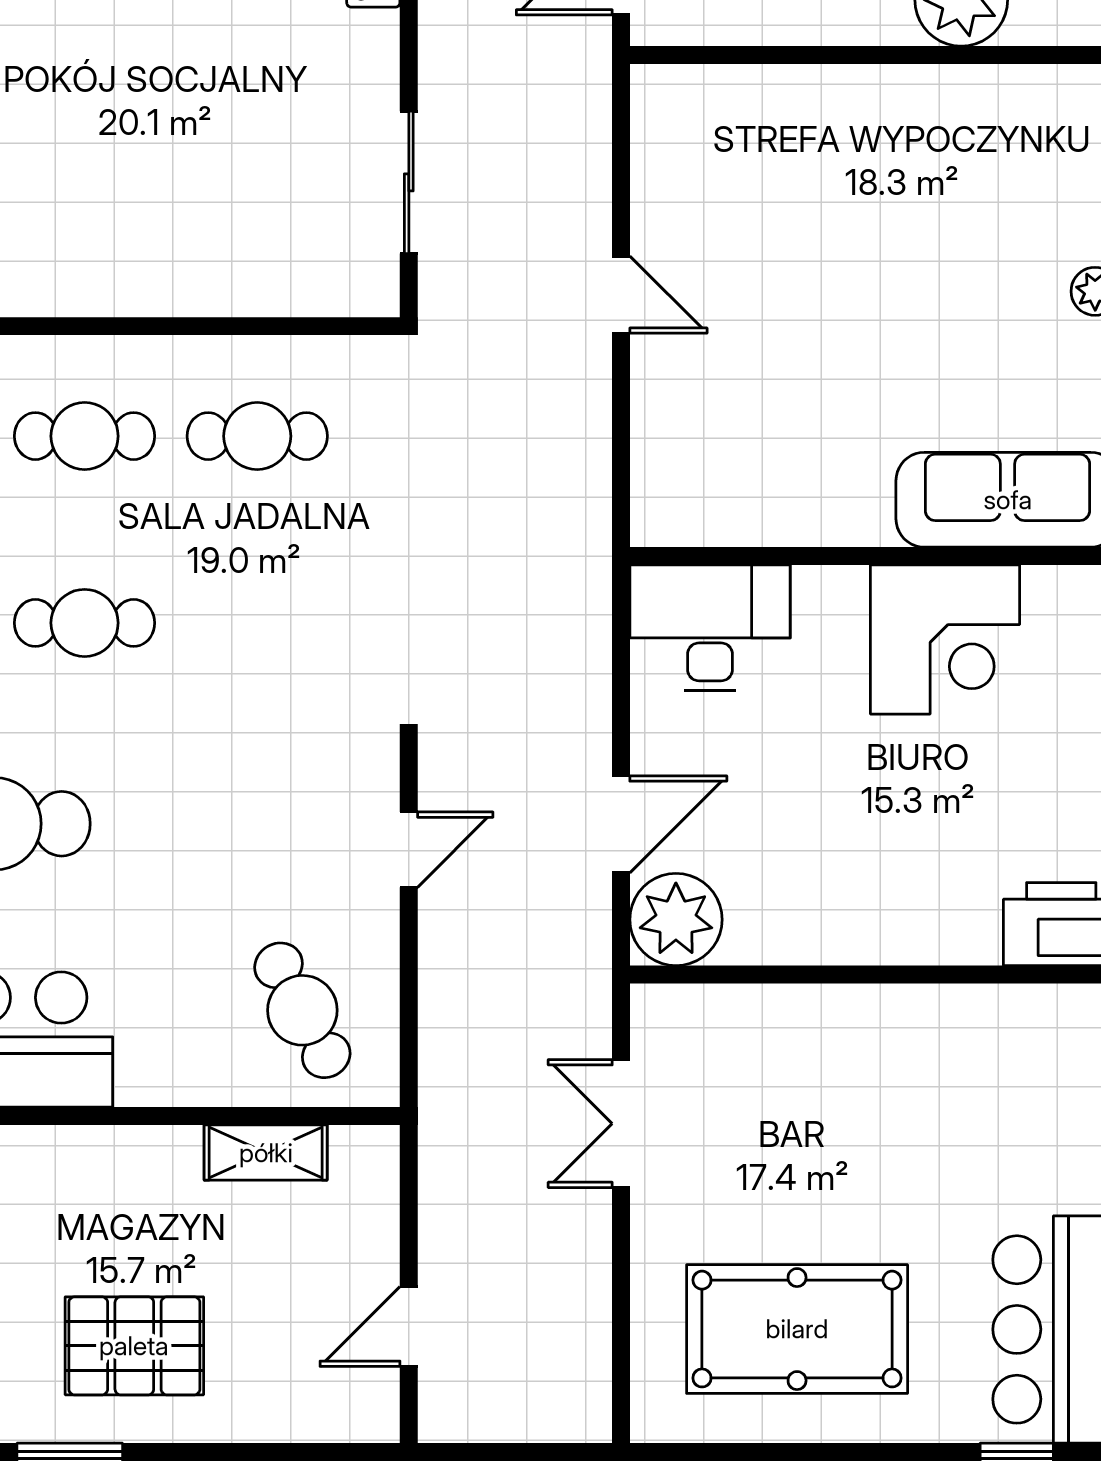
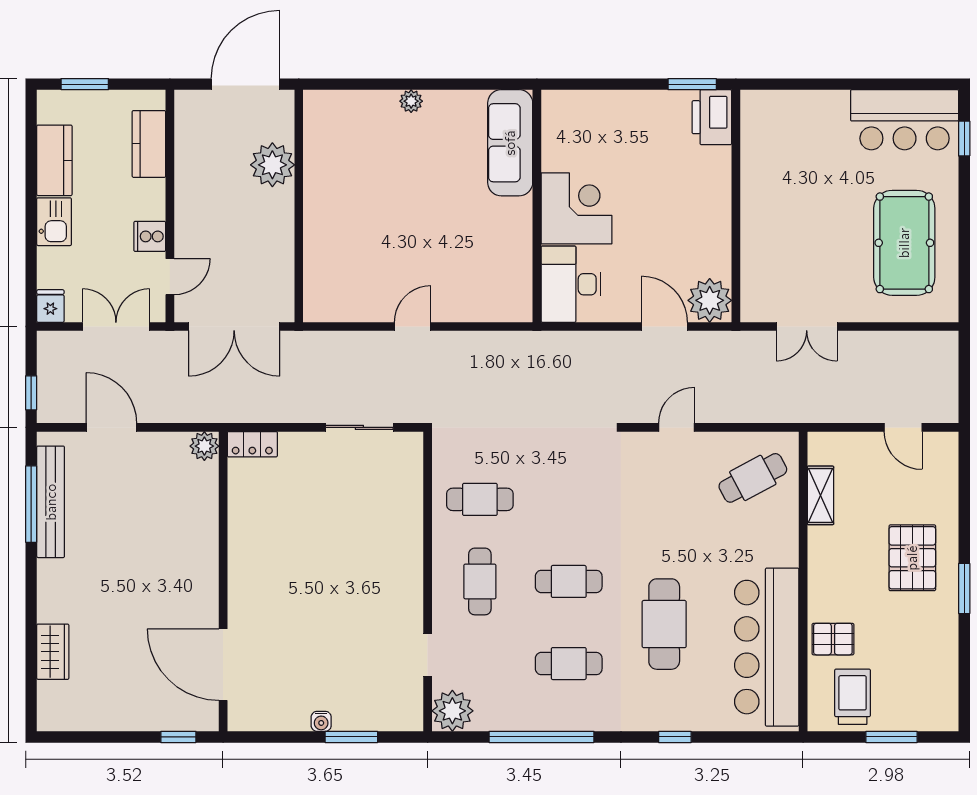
cafe table: (257, 436) -> (480, 499), turned 90
cafe table: (85, 623) -> (569, 581), turned 90
corner desk: (945, 639) -> (577, 208), moved
door: (409, 850) -> (676, 427), hinge flipped

